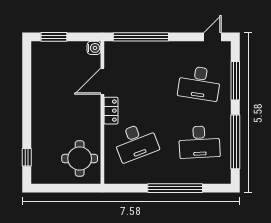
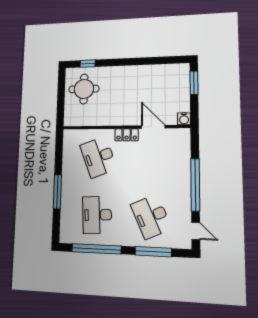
window: (141, 37) -> (195, 185), moved
desk: (199, 83) -> (151, 217), turned -33
round table: (80, 158) -> (84, 89), moved
window: (175, 188) -> (57, 192), width x0.68

